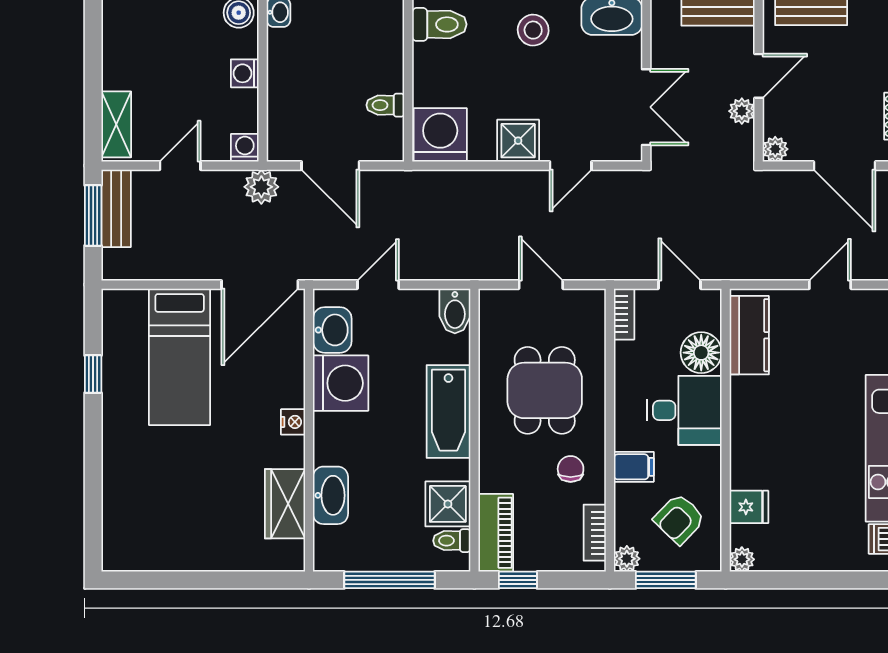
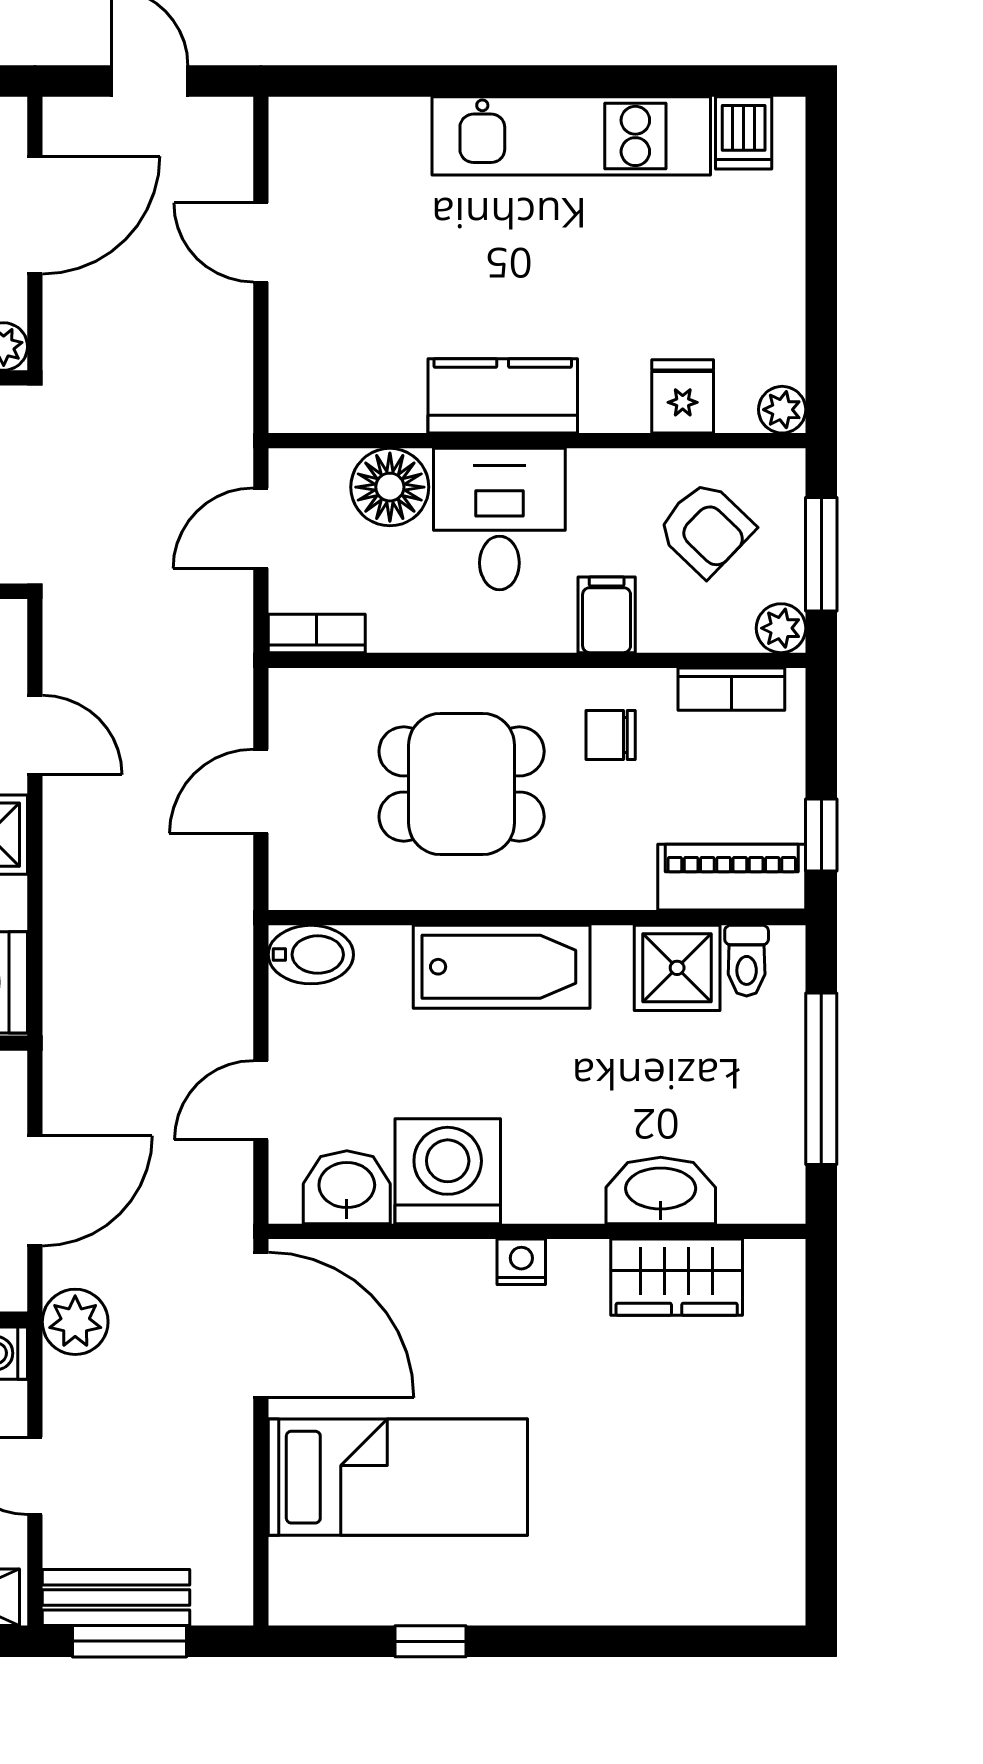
door: (378, 285) -> (261, 1100), hinge flipped
kitchen counter: (749, 335) -> (503, 396), moved

